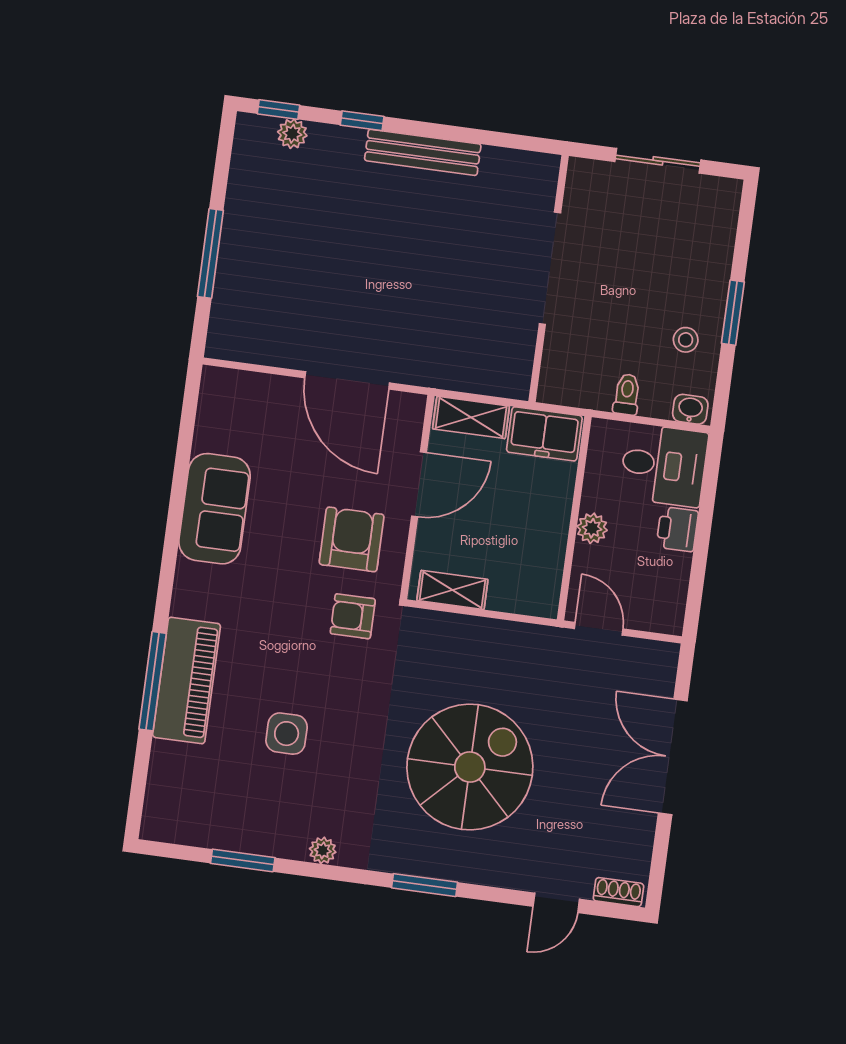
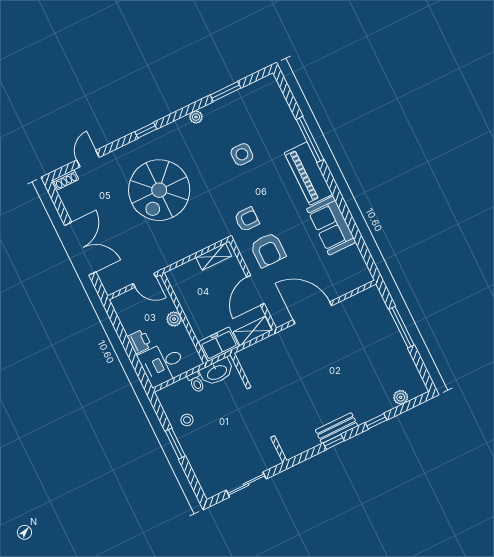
window: (279, 109) -> (334, 442), moved
bench: (423, 152) -> (337, 428), width x0.73
washbasin: (690, 409) -> (217, 372), moved, width x1.91, depth x1.45
piano: (187, 680) -> (308, 173), moved
window: (425, 885) -> (146, 130), width x0.67

